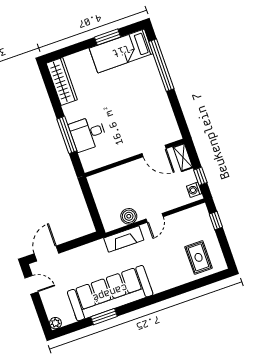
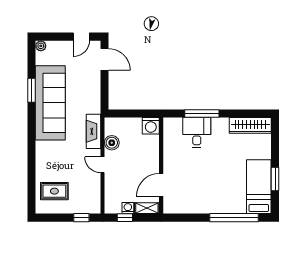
washing machine: (98, 183) -> (151, 126), added
washing machine: (194, 190) -> (128, 208), moved

